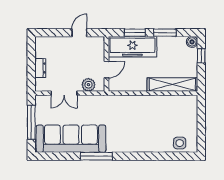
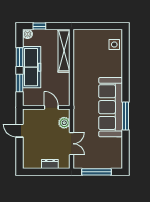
freezer: (132, 47) -> (32, 67), moved
sofa: (71, 139) -> (111, 107), moved

